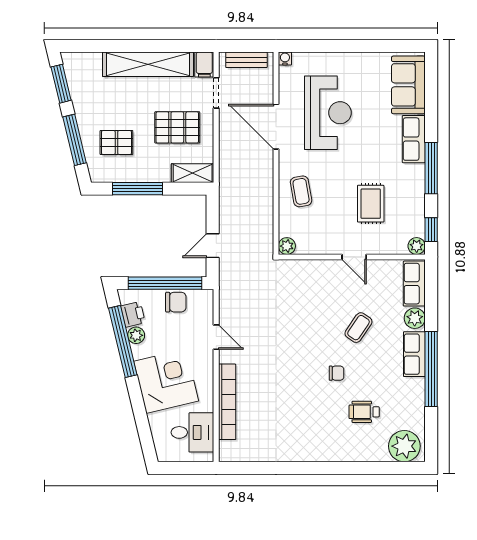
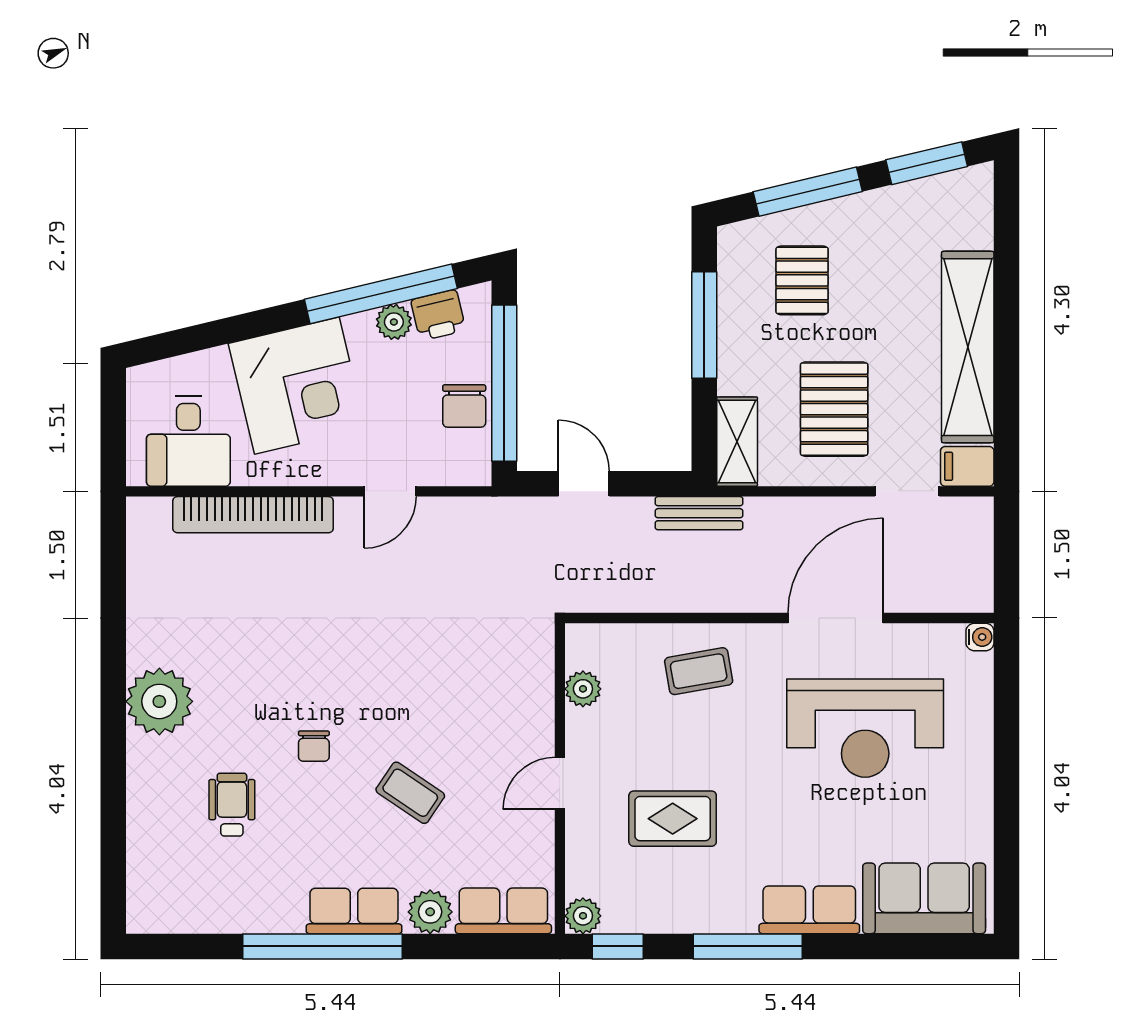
bench: (246, 60) -> (699, 513), moved, turned 90
plant: (287, 246) -> (583, 689), moved
plant: (404, 446) -> (159, 701), moved

